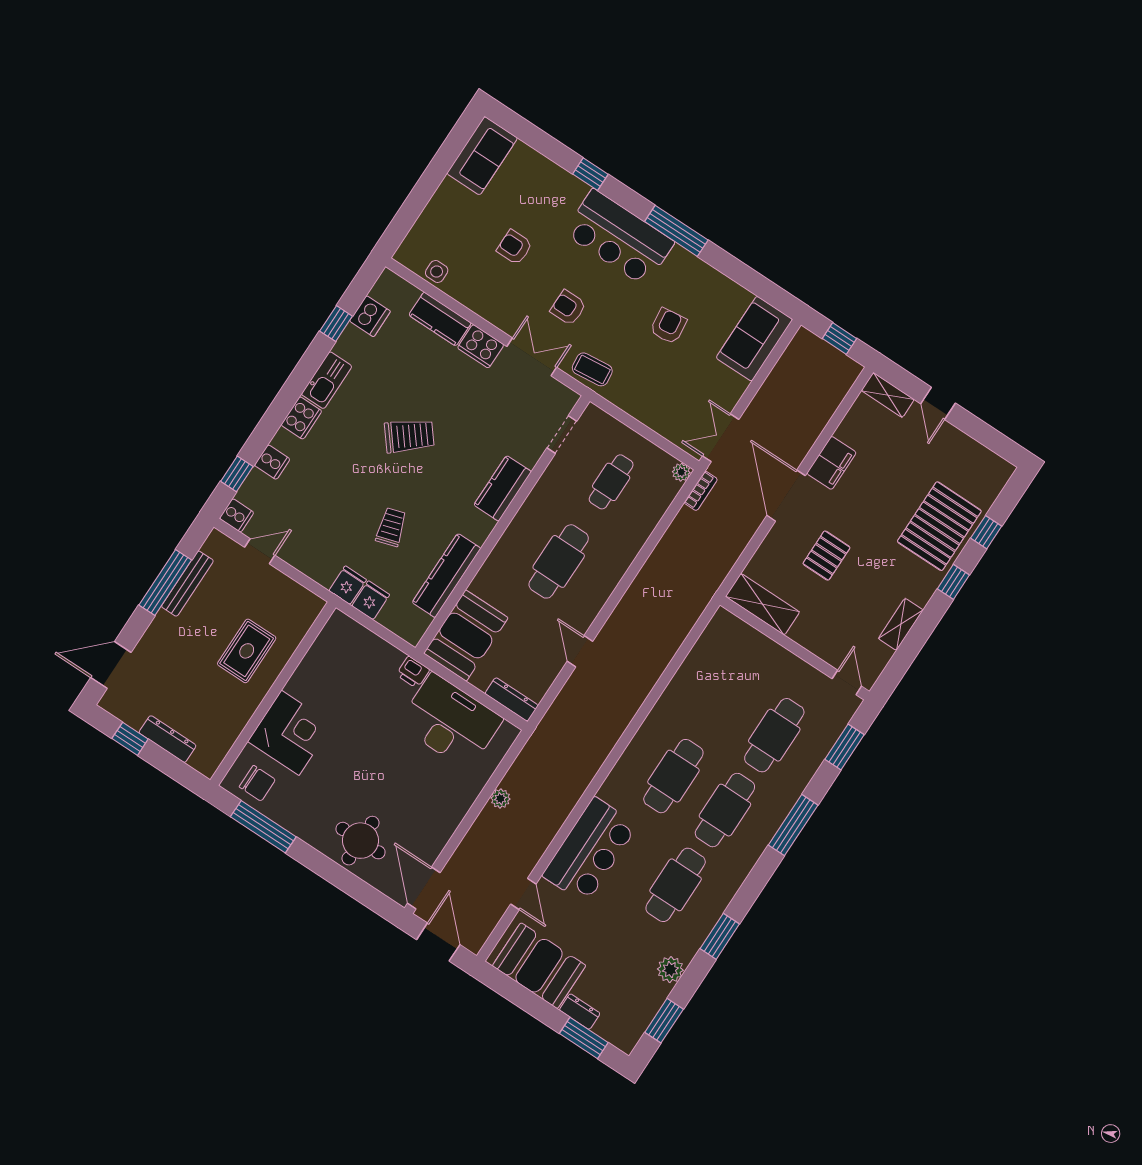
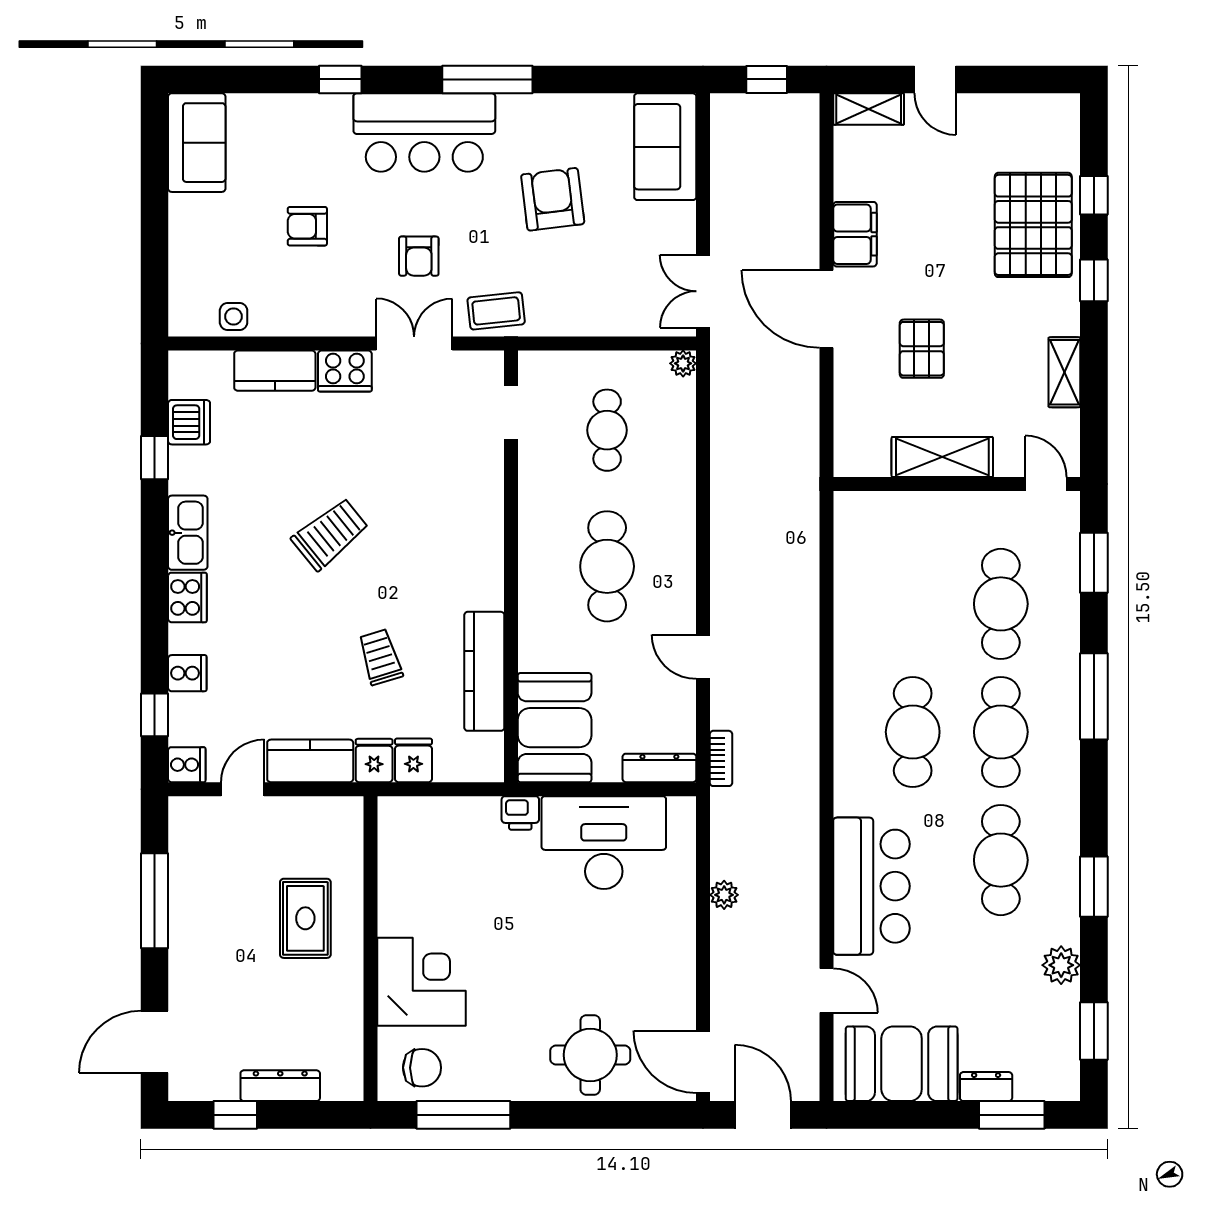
armchair: (568, 308) -> (419, 256), turned -90
armchair: (668, 326) -> (553, 199), width x1.38, depth x1.38
kitchen counter: (503, 488) -> (310, 761), moved, turned 90
bookcase: (701, 491) -> (721, 758), moved
bench: (187, 584) -> (182, 885), removed
shelving: (763, 604) -> (942, 457), moved

